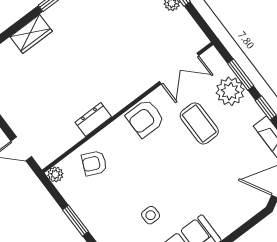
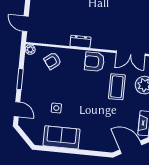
dresser: (93, 119) -> (80, 42), moved
armchair: (94, 163) -> (53, 61), turned -61

